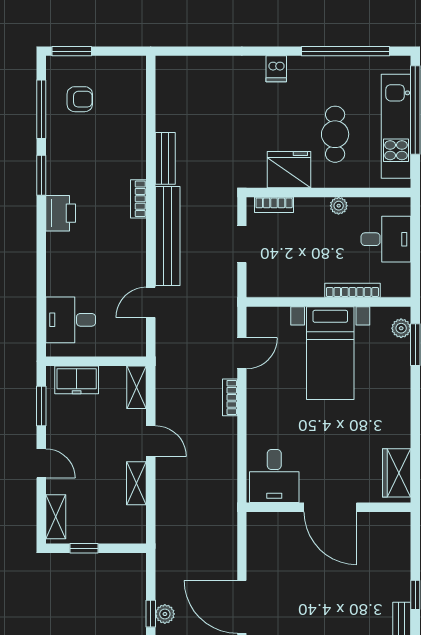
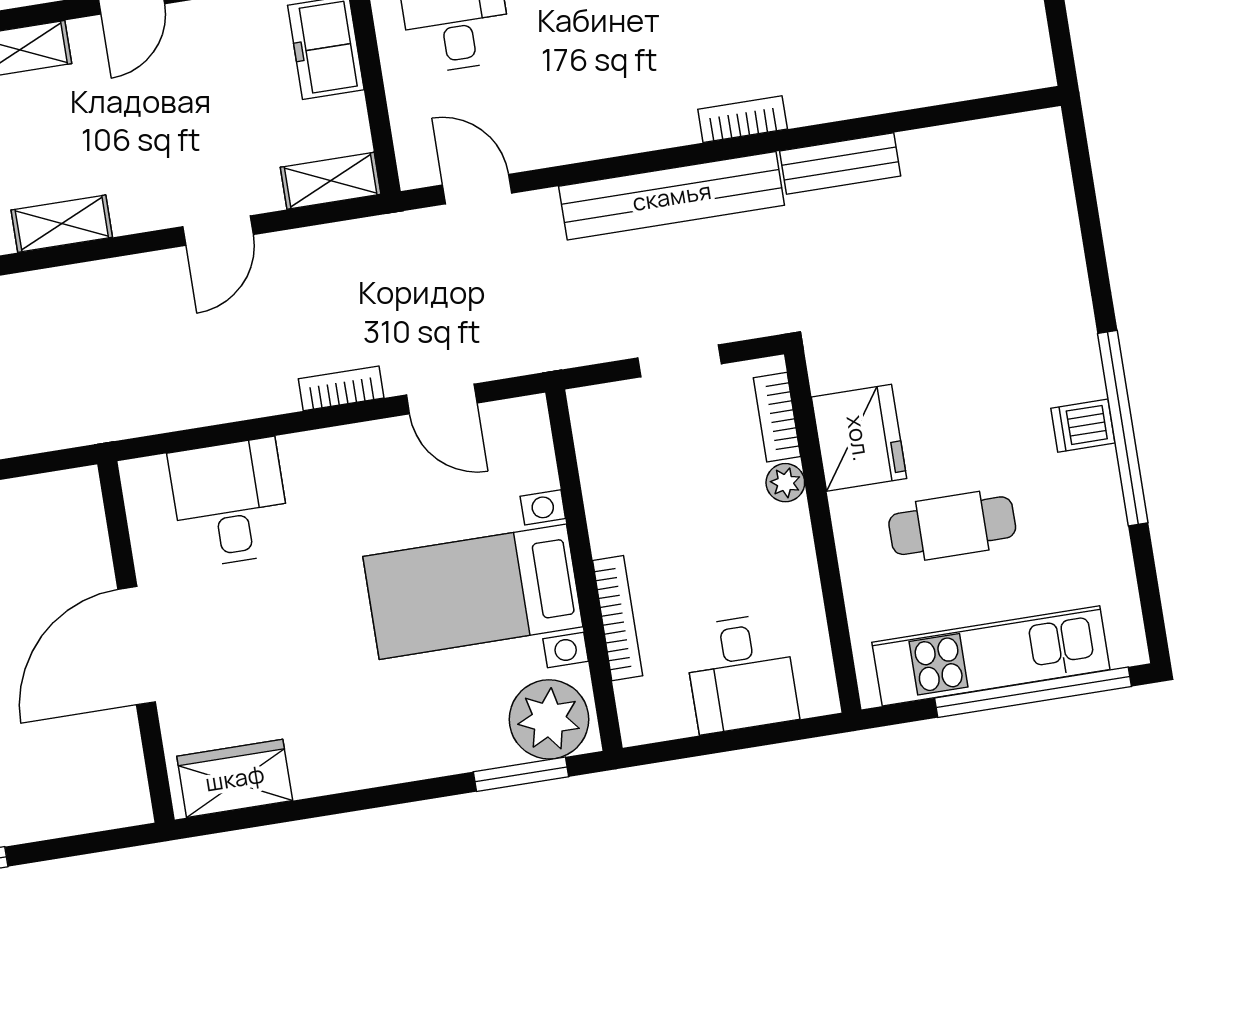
window: (345, 51) -> (1123, 428), moved
dishwasher: (276, 69) -> (1083, 426), moved
plant: (339, 206) -> (785, 483), moved
door: (151, 302) -> (477, 189), moved
plant: (401, 328) -> (549, 719), width x1.88, depth x1.88
desk: (274, 476) -> (230, 503), moved, turned 90
shelving: (136, 483) -> (62, 224), moved

